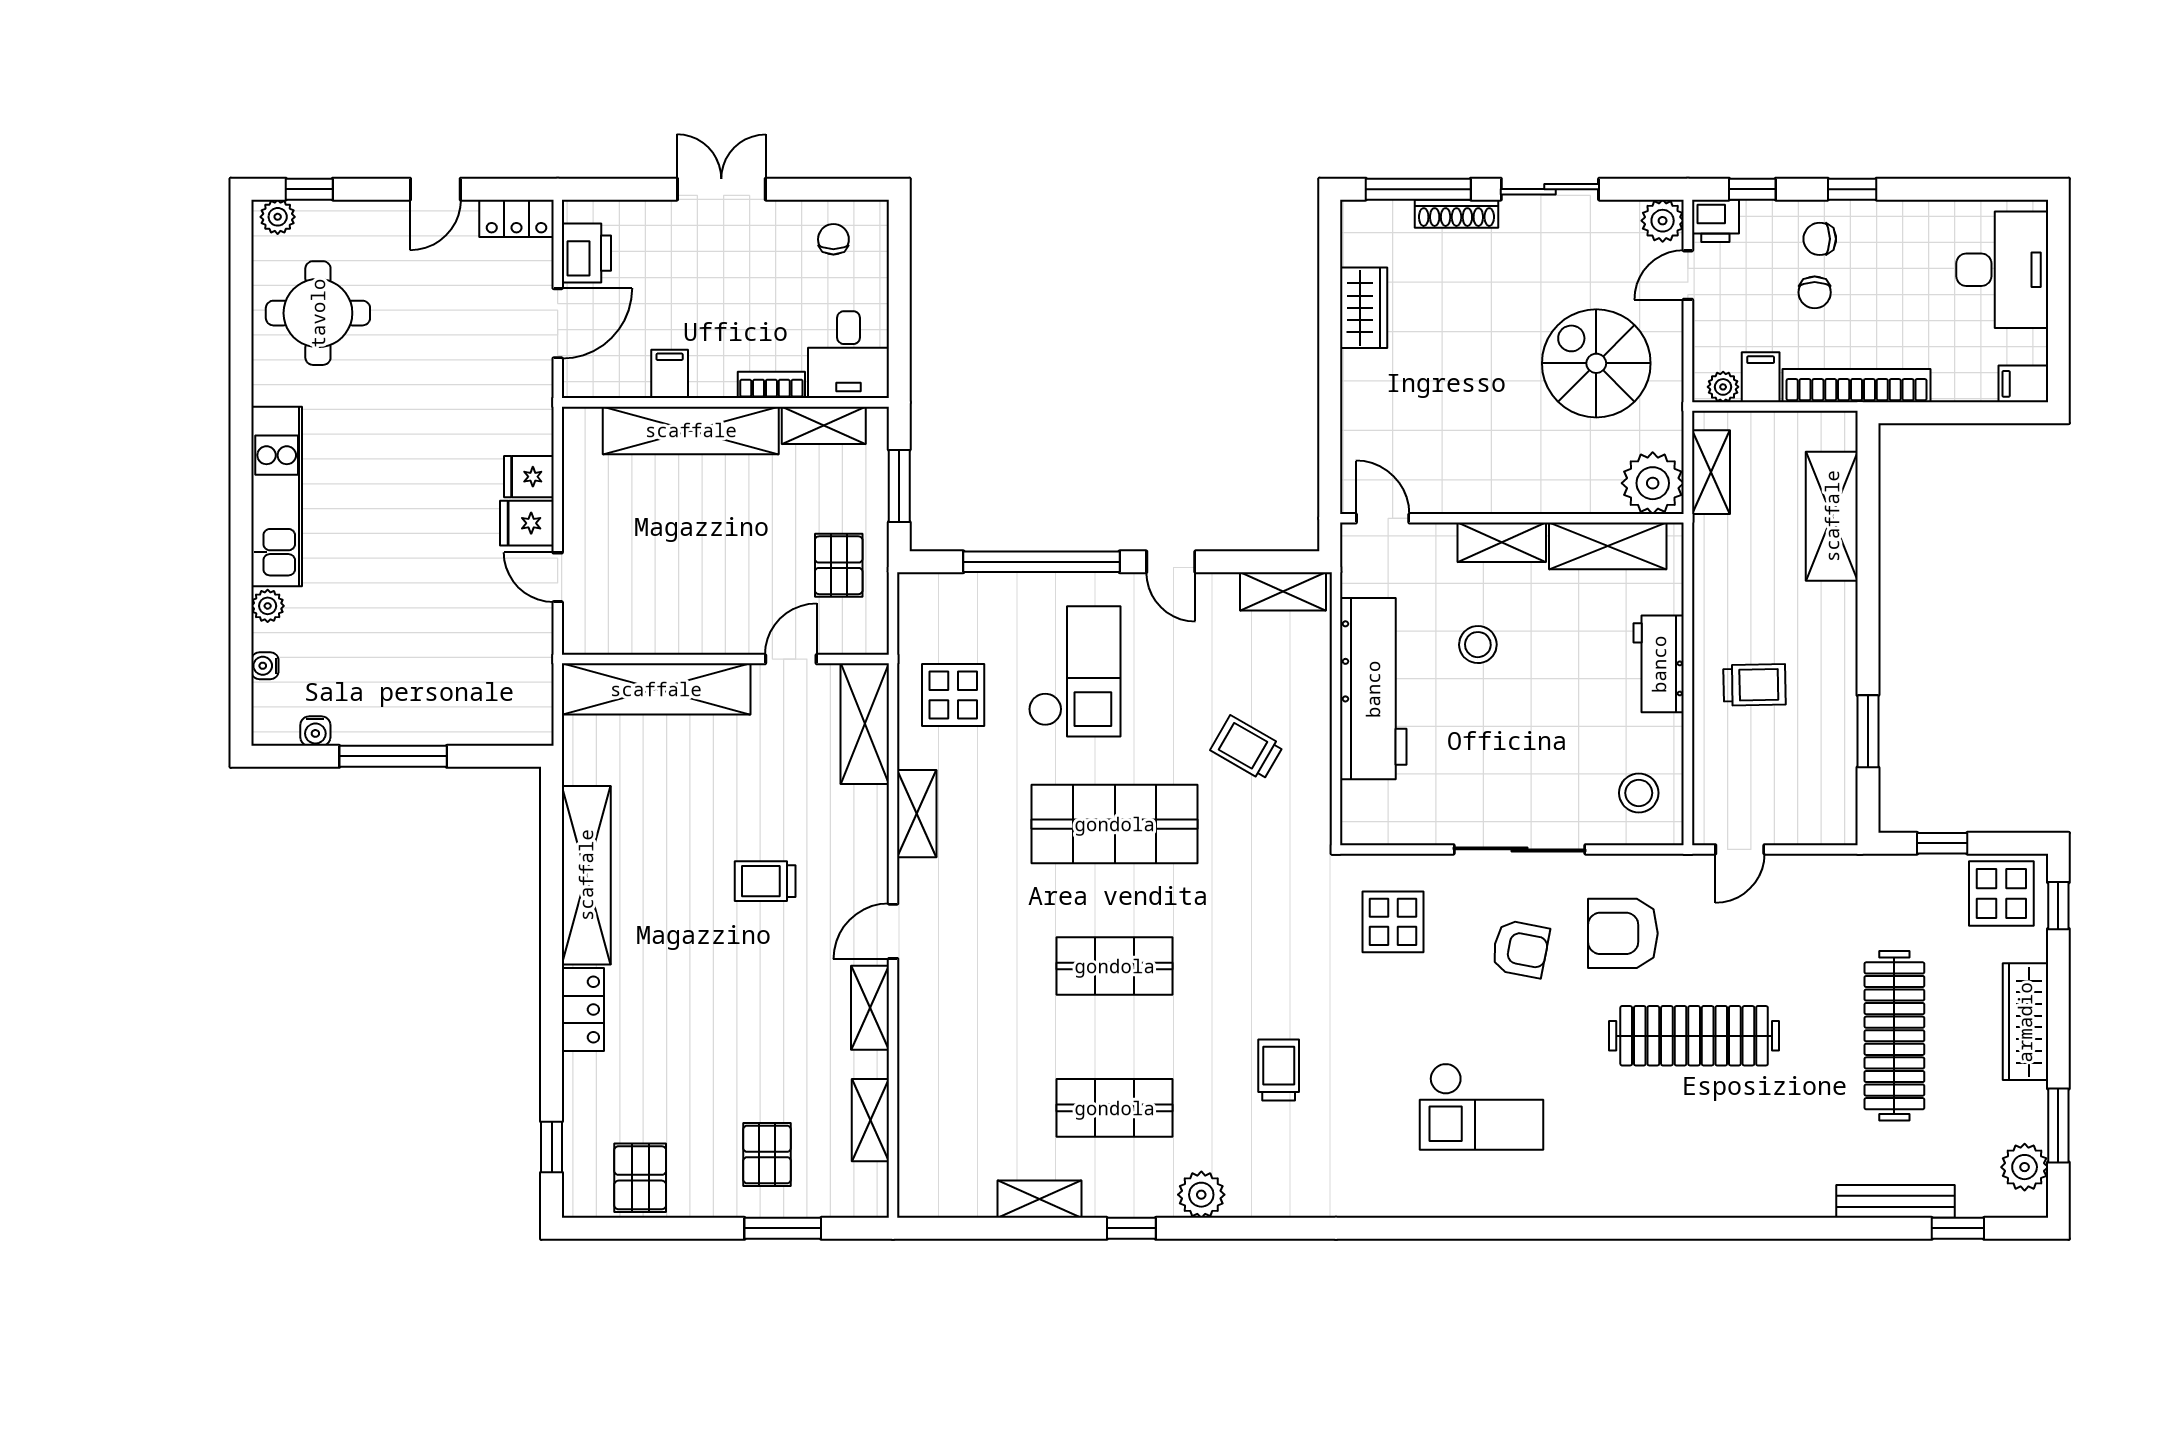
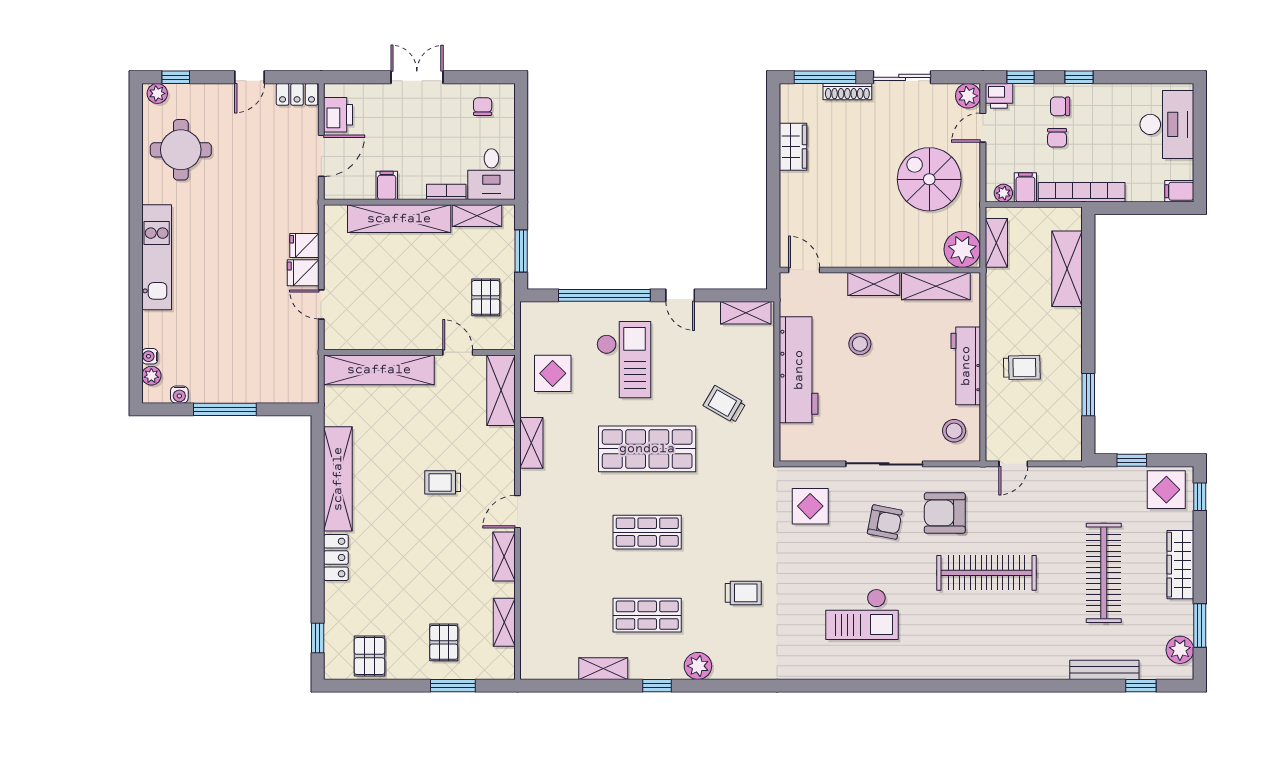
plant: (268, 606) -> (151, 376), moved
door: (791, 659) -> (458, 352), hinge flipped
workbench: (1659, 664) -> (966, 366), width x1.38
trolley: (1279, 1070) -> (743, 593), turned 90

